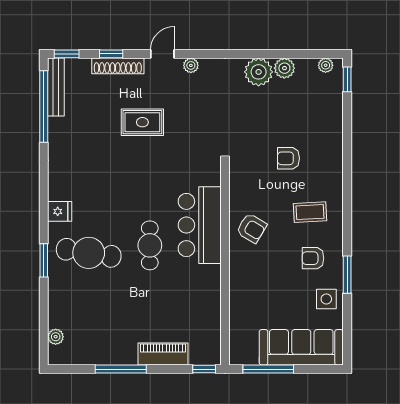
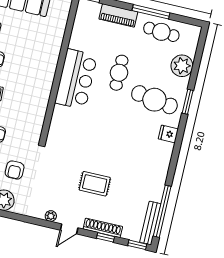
bar counter: (200, 225) -> (76, 79), moved
armchair: (252, 228) -> (15, 170), moved, turned -121
cafe table: (150, 245) -> (119, 73), moved
plant: (56, 337) -> (182, 66), moved, width x1.88, depth x1.88
cafe table: (101, 346) -> (161, 32), added

